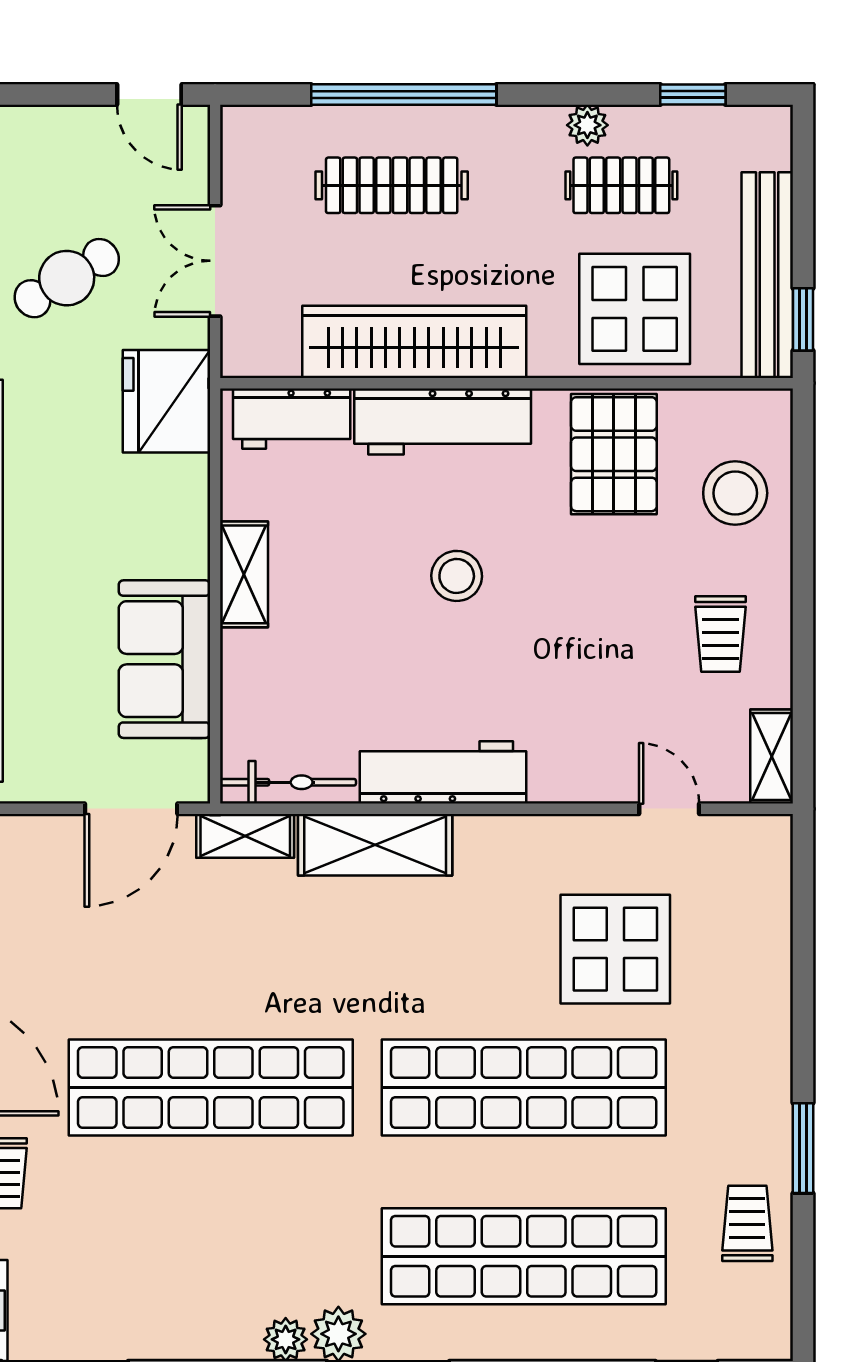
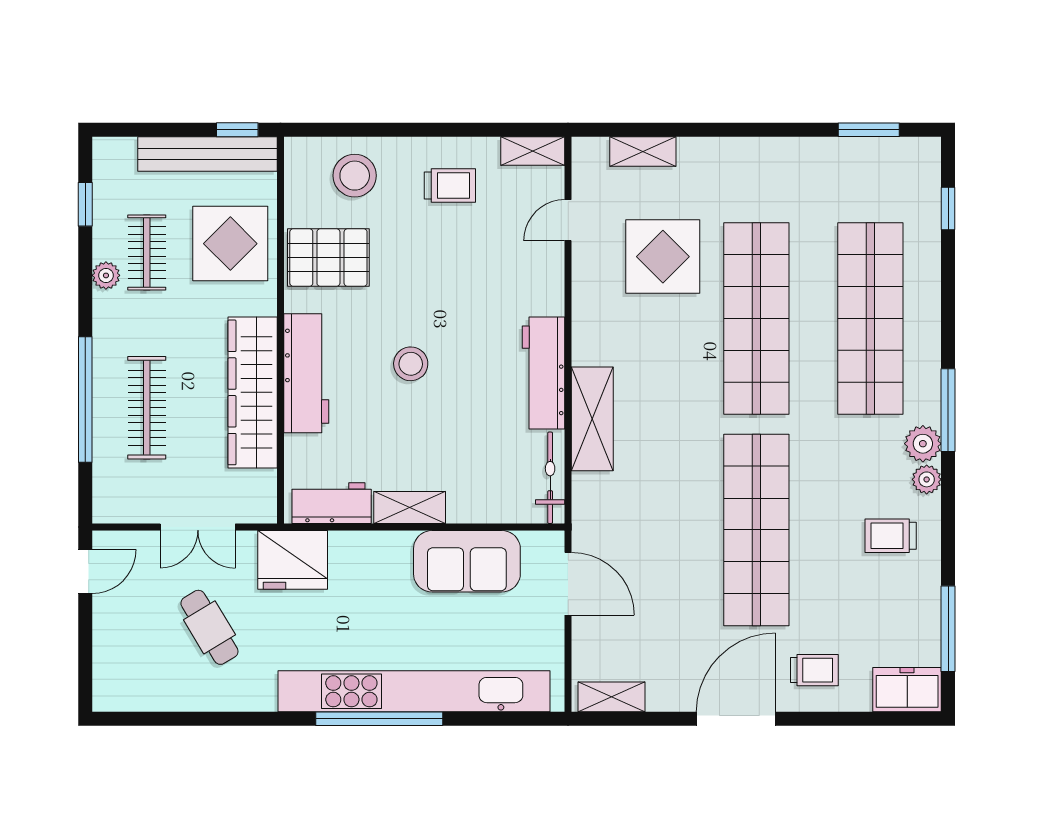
workbench: (292, 419) -> (332, 503), moved, turned -90
shelving: (245, 836) -> (643, 152), moved, turned 90
window: (803, 1148) -> (869, 130), moved
trolley: (747, 1223) -> (891, 536), moved

